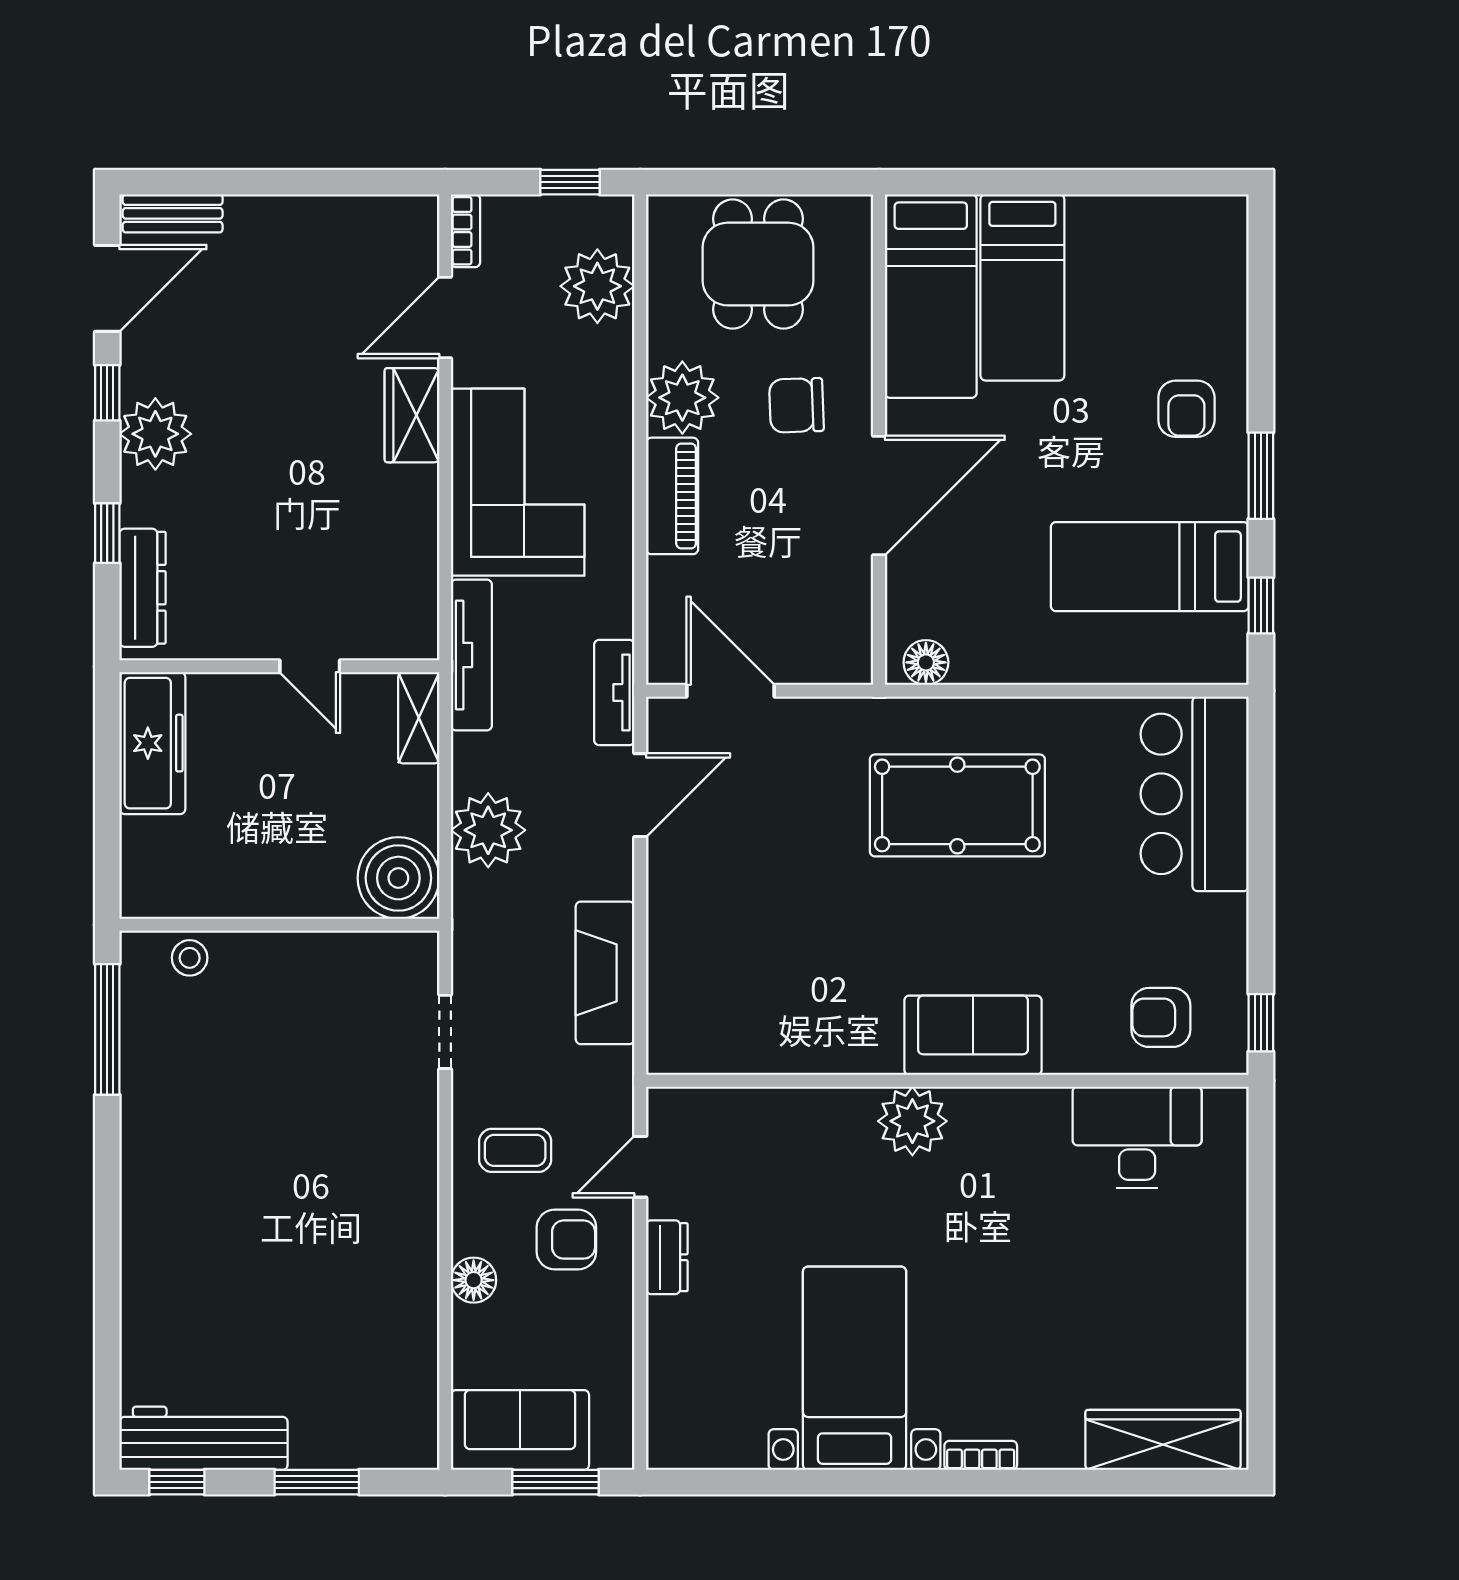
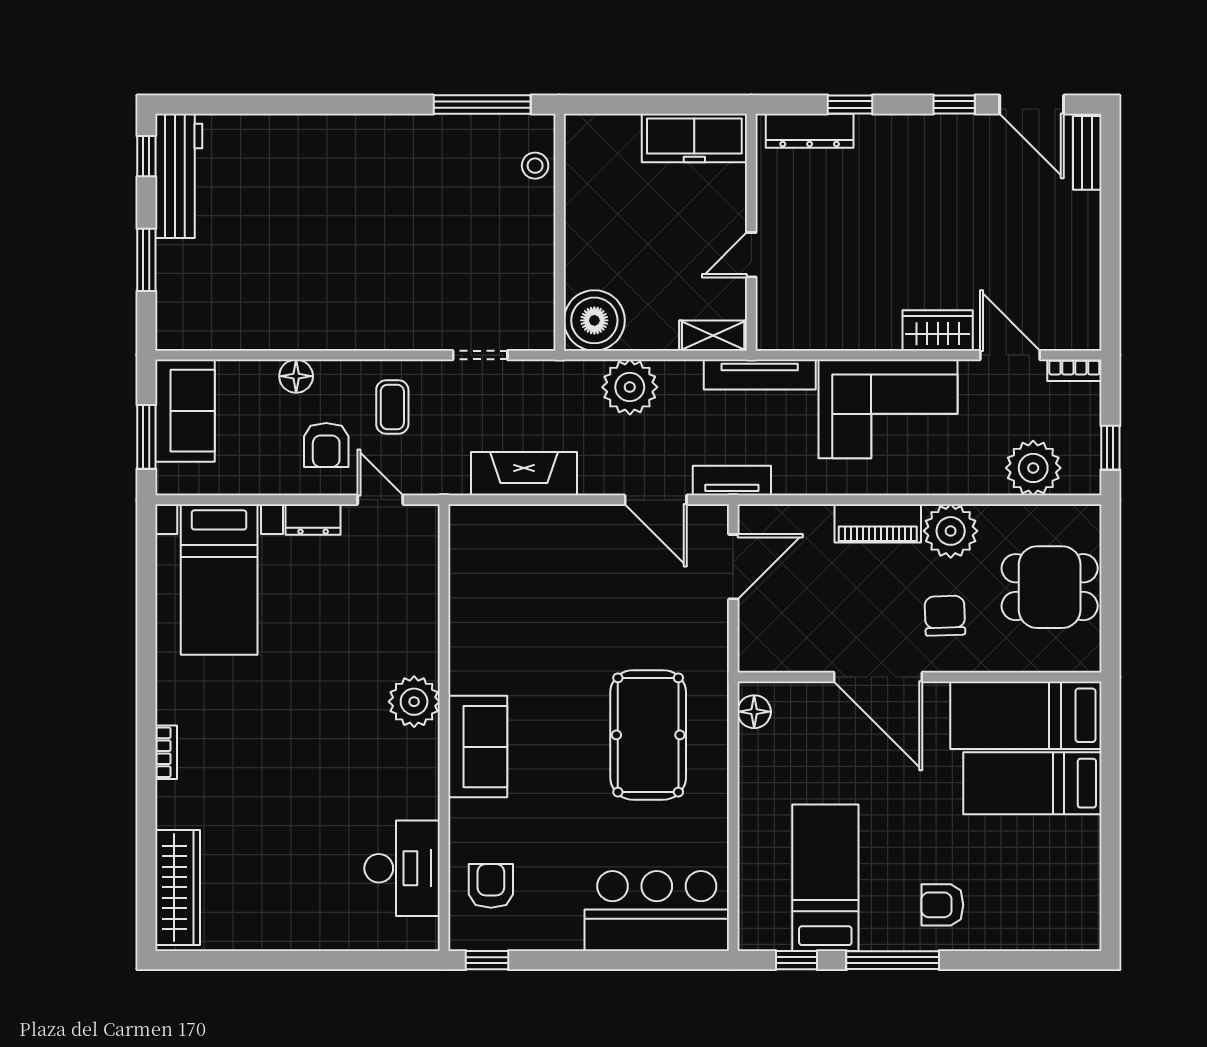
plant: (155, 434) -> (924, 140), removed
window: (1261, 476) -> (893, 960), width x1.44
bed with nightstands: (855, 1368) -> (219, 579), moved, turned 90

